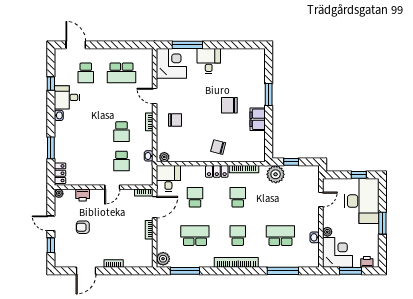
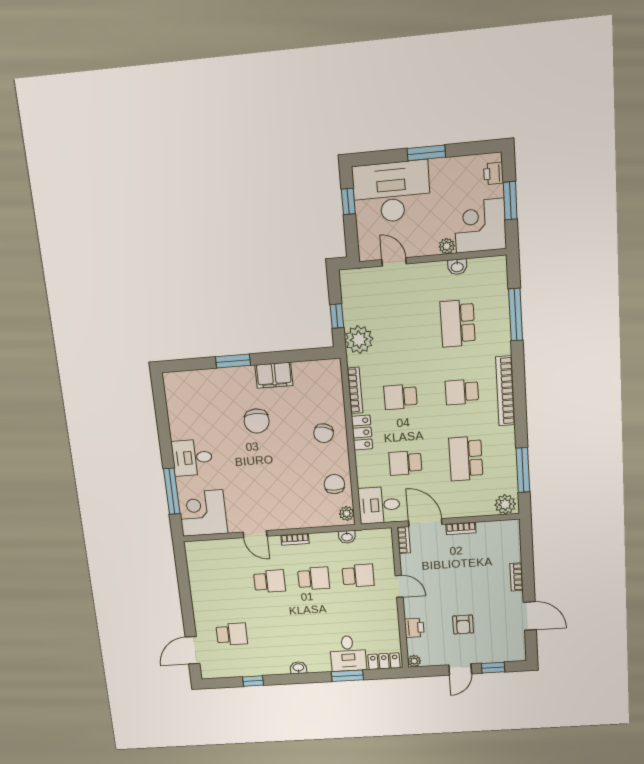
school desk: (121, 73) -> (269, 581), moved, width x0.54
door: (155, 96) -> (255, 534), hinge flipped
desk: (67, 97) -> (348, 653), moved
chair: (175, 120) -> (334, 484), moved

